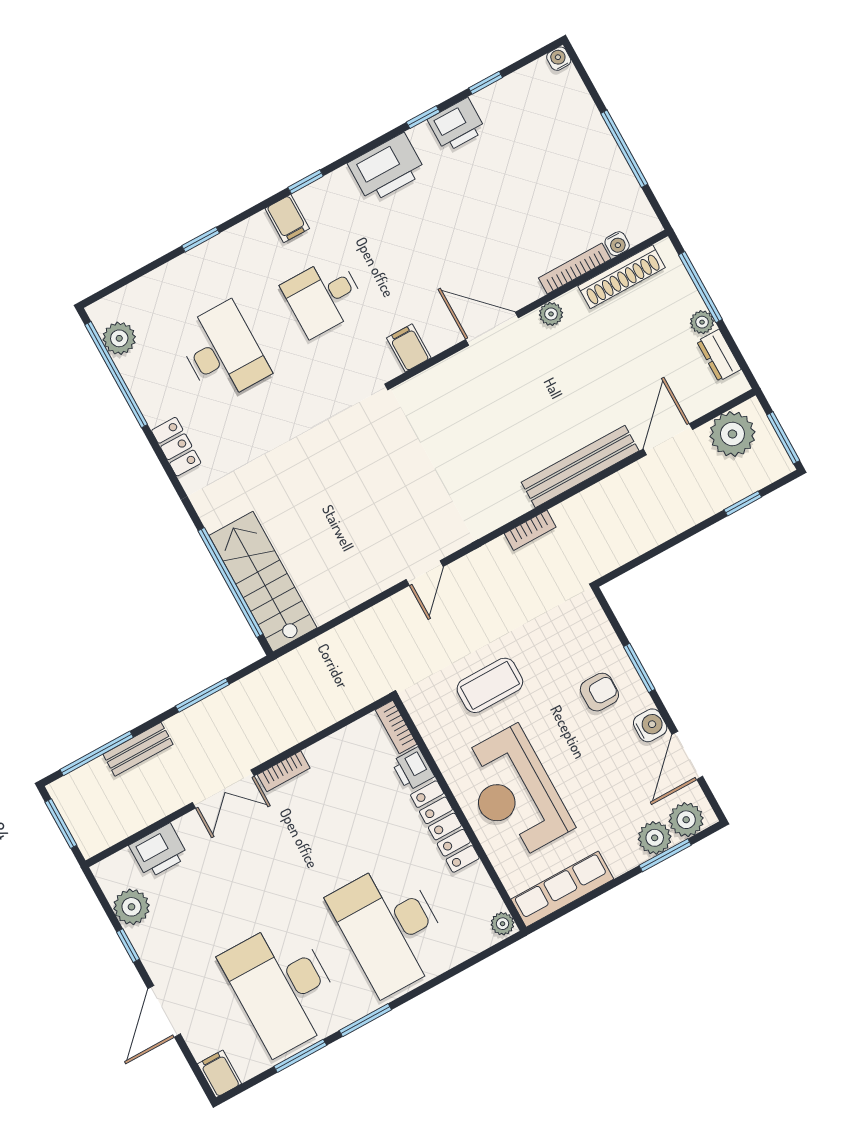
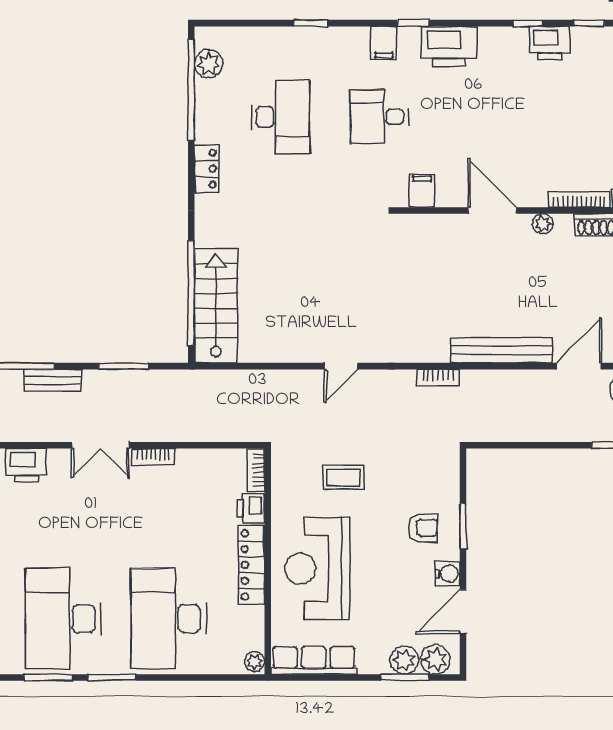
printer: (387, 168) -> (449, 46), moved
coffee table: (490, 685) -> (344, 478), width x0.73, depth x0.77

